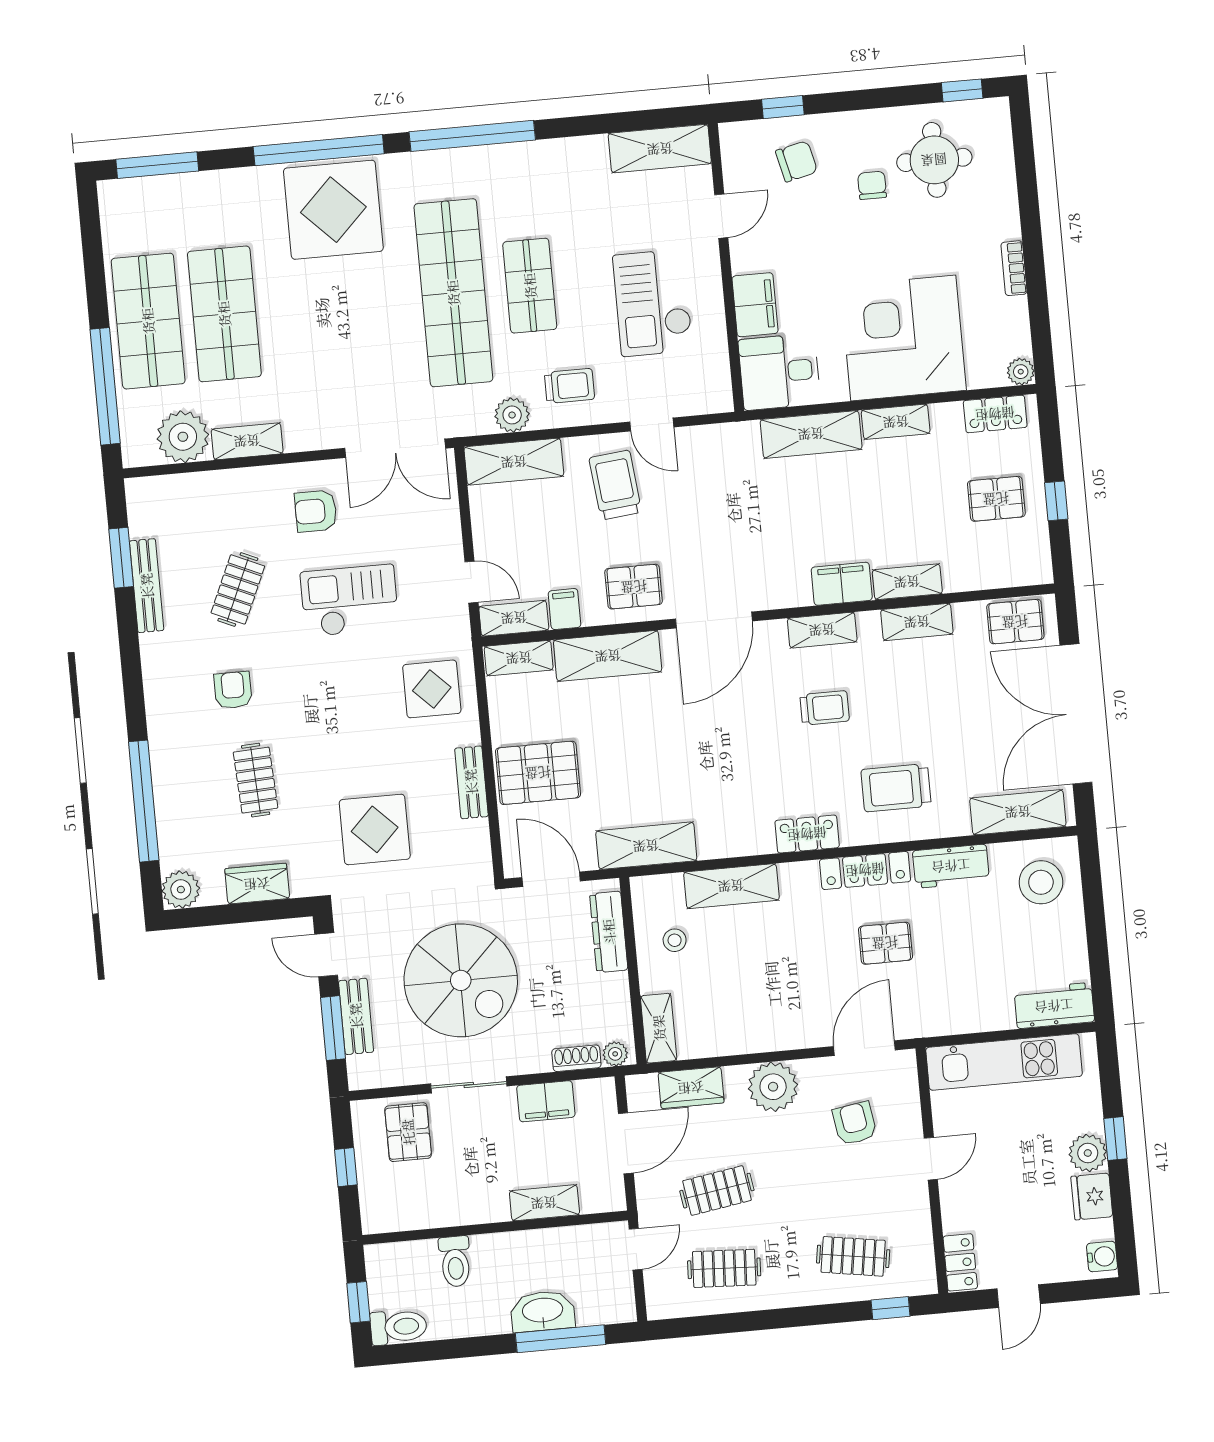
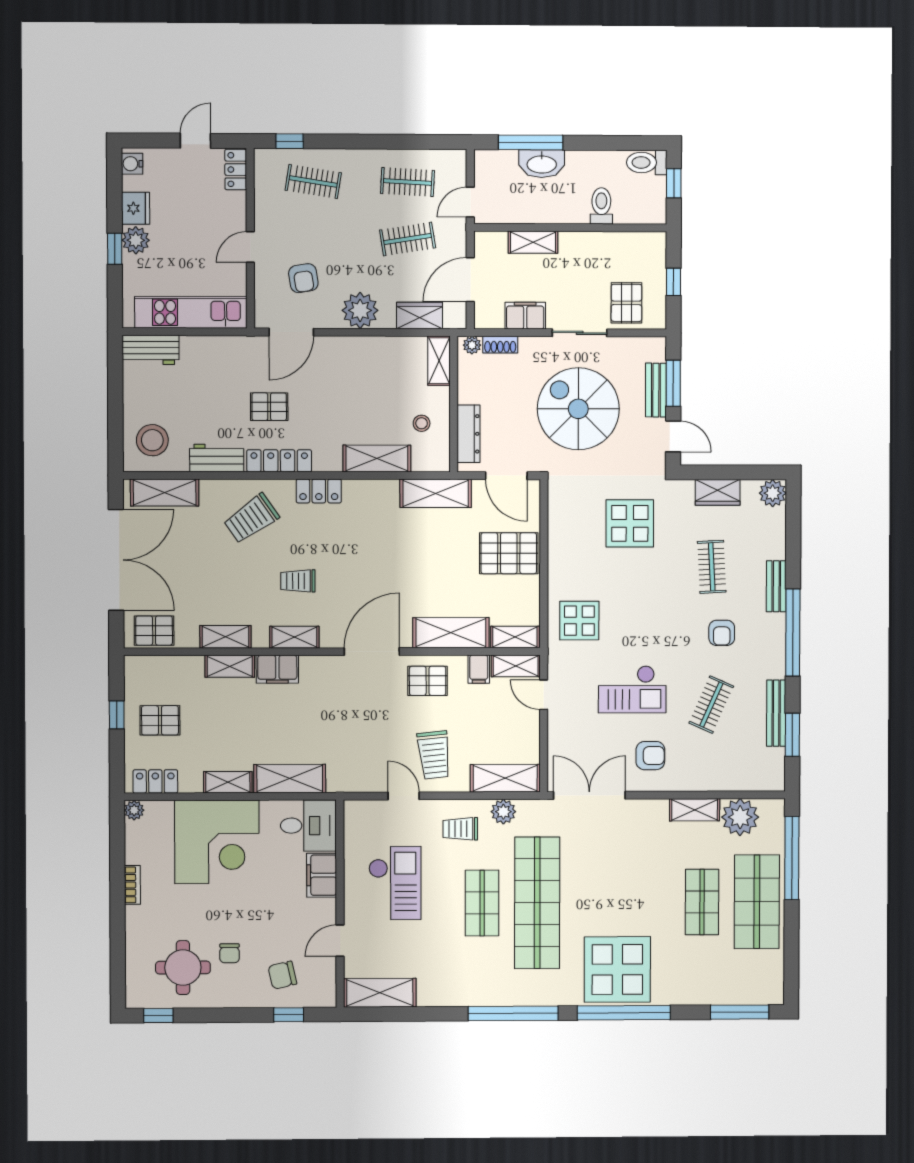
shop shelf: (224, 314) -> (702, 902), width x0.70, depth x0.74
bench: (471, 782) -> (776, 586), moved
trolley: (896, 788) -> (251, 518), turned 145
window: (144, 801) -> (793, 633), moved

